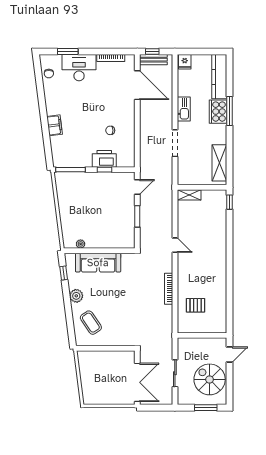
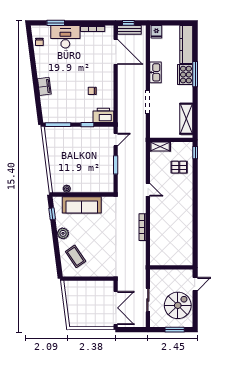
printer: (104, 159) -> (103, 115), moved
pallet: (196, 305) -> (179, 167), moved
spiral stairs: (210, 379) -> (178, 305), turned 90

